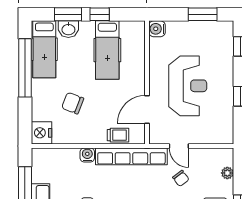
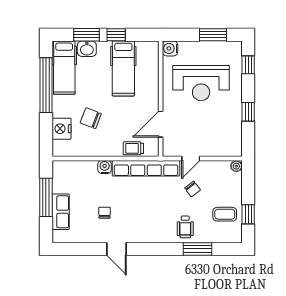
reception desk: (188, 86) -> (201, 83), moved, turned 90
nightstand: (41, 133) -> (62, 129), moved
trolley: (118, 135) -> (133, 148), turned 180
door: (179, 146) -> (191, 159), hinge flipped
plant: (227, 173) -> (236, 166), moved

